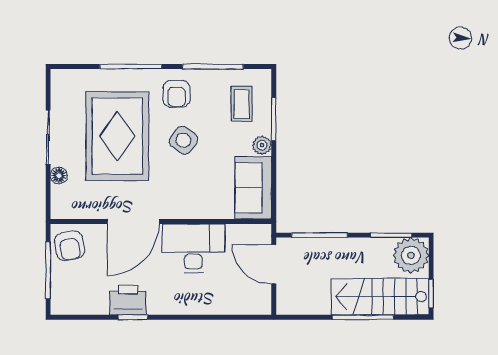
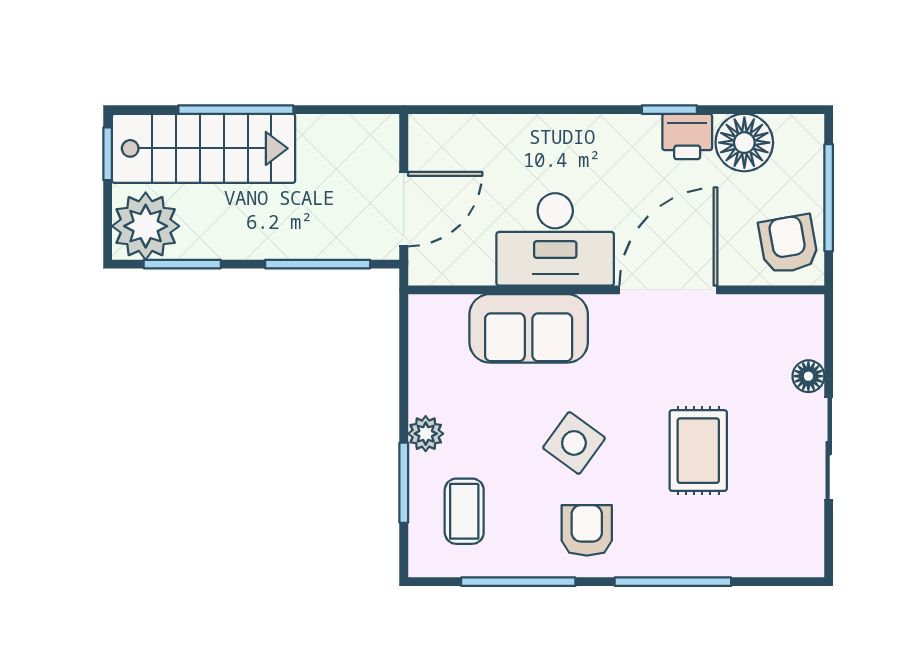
rug: (117, 136) -> (698, 451), width x0.54, depth x0.49
sofa: (253, 188) -> (529, 328), moved, turned 90
door: (274, 264) -> (404, 209), hinge flipped
floor lamp: (93, 300) -> (744, 143), added
printer: (128, 300) -> (687, 136), width x0.73, depth x0.81

